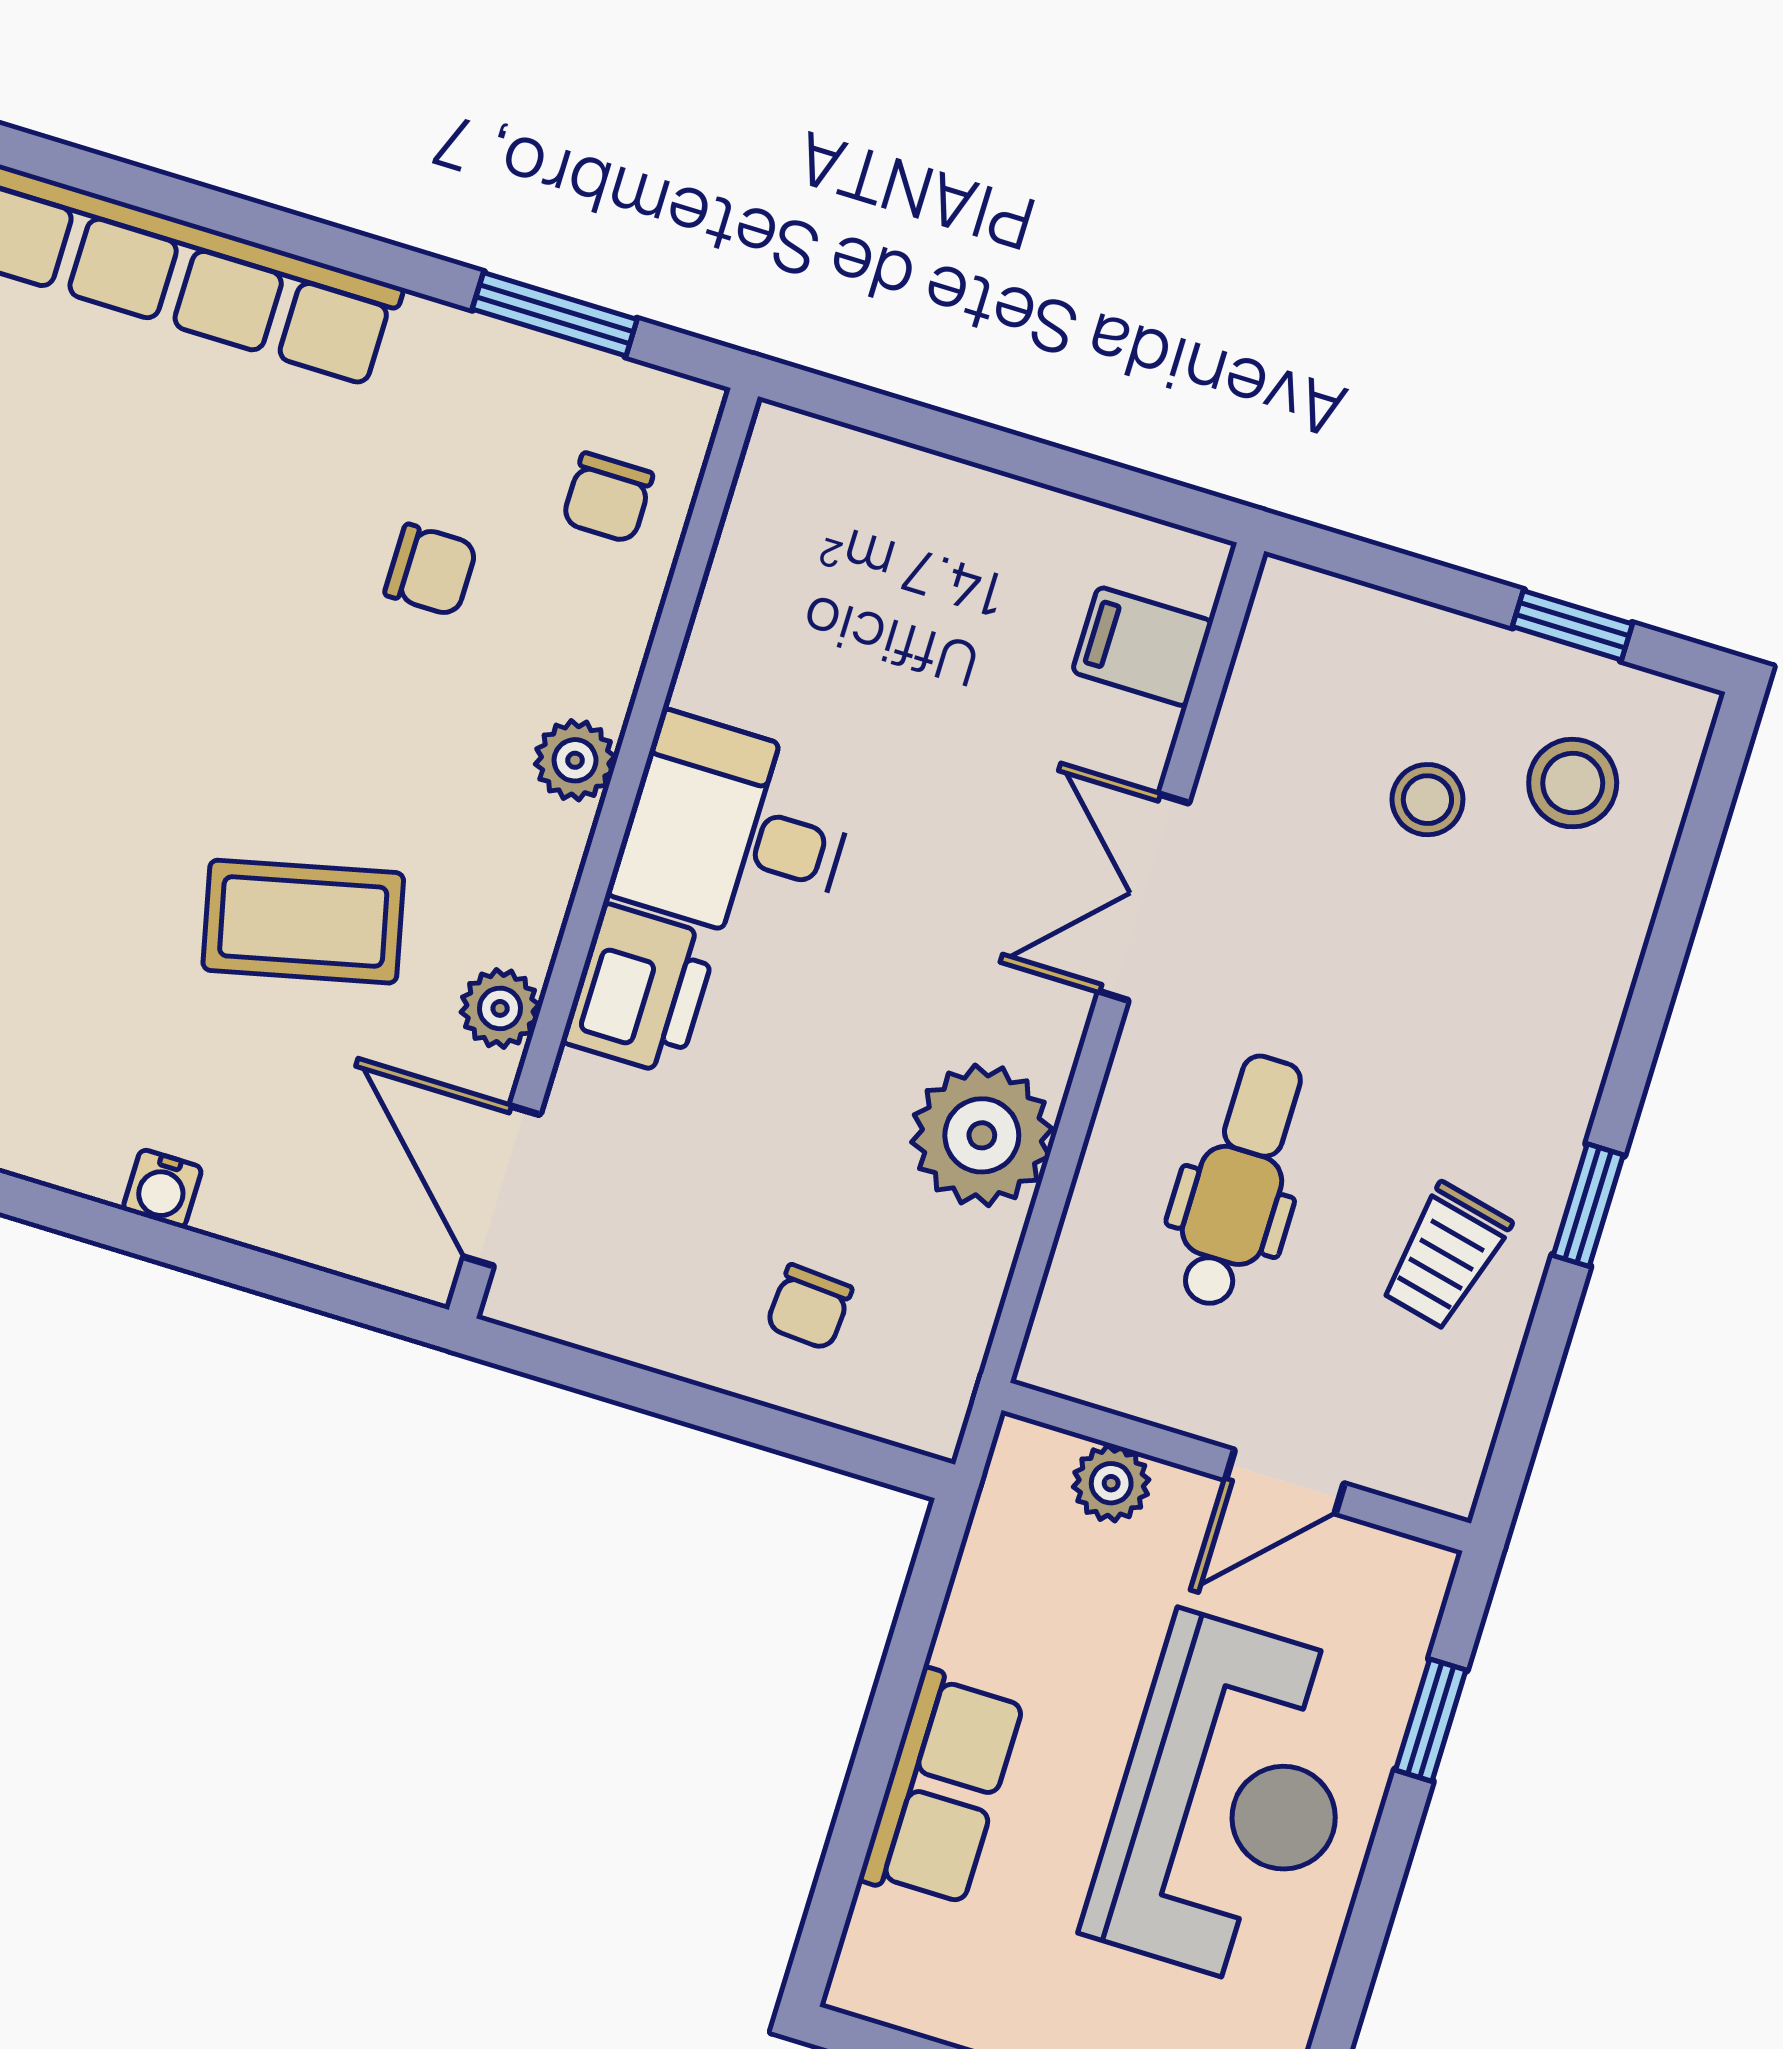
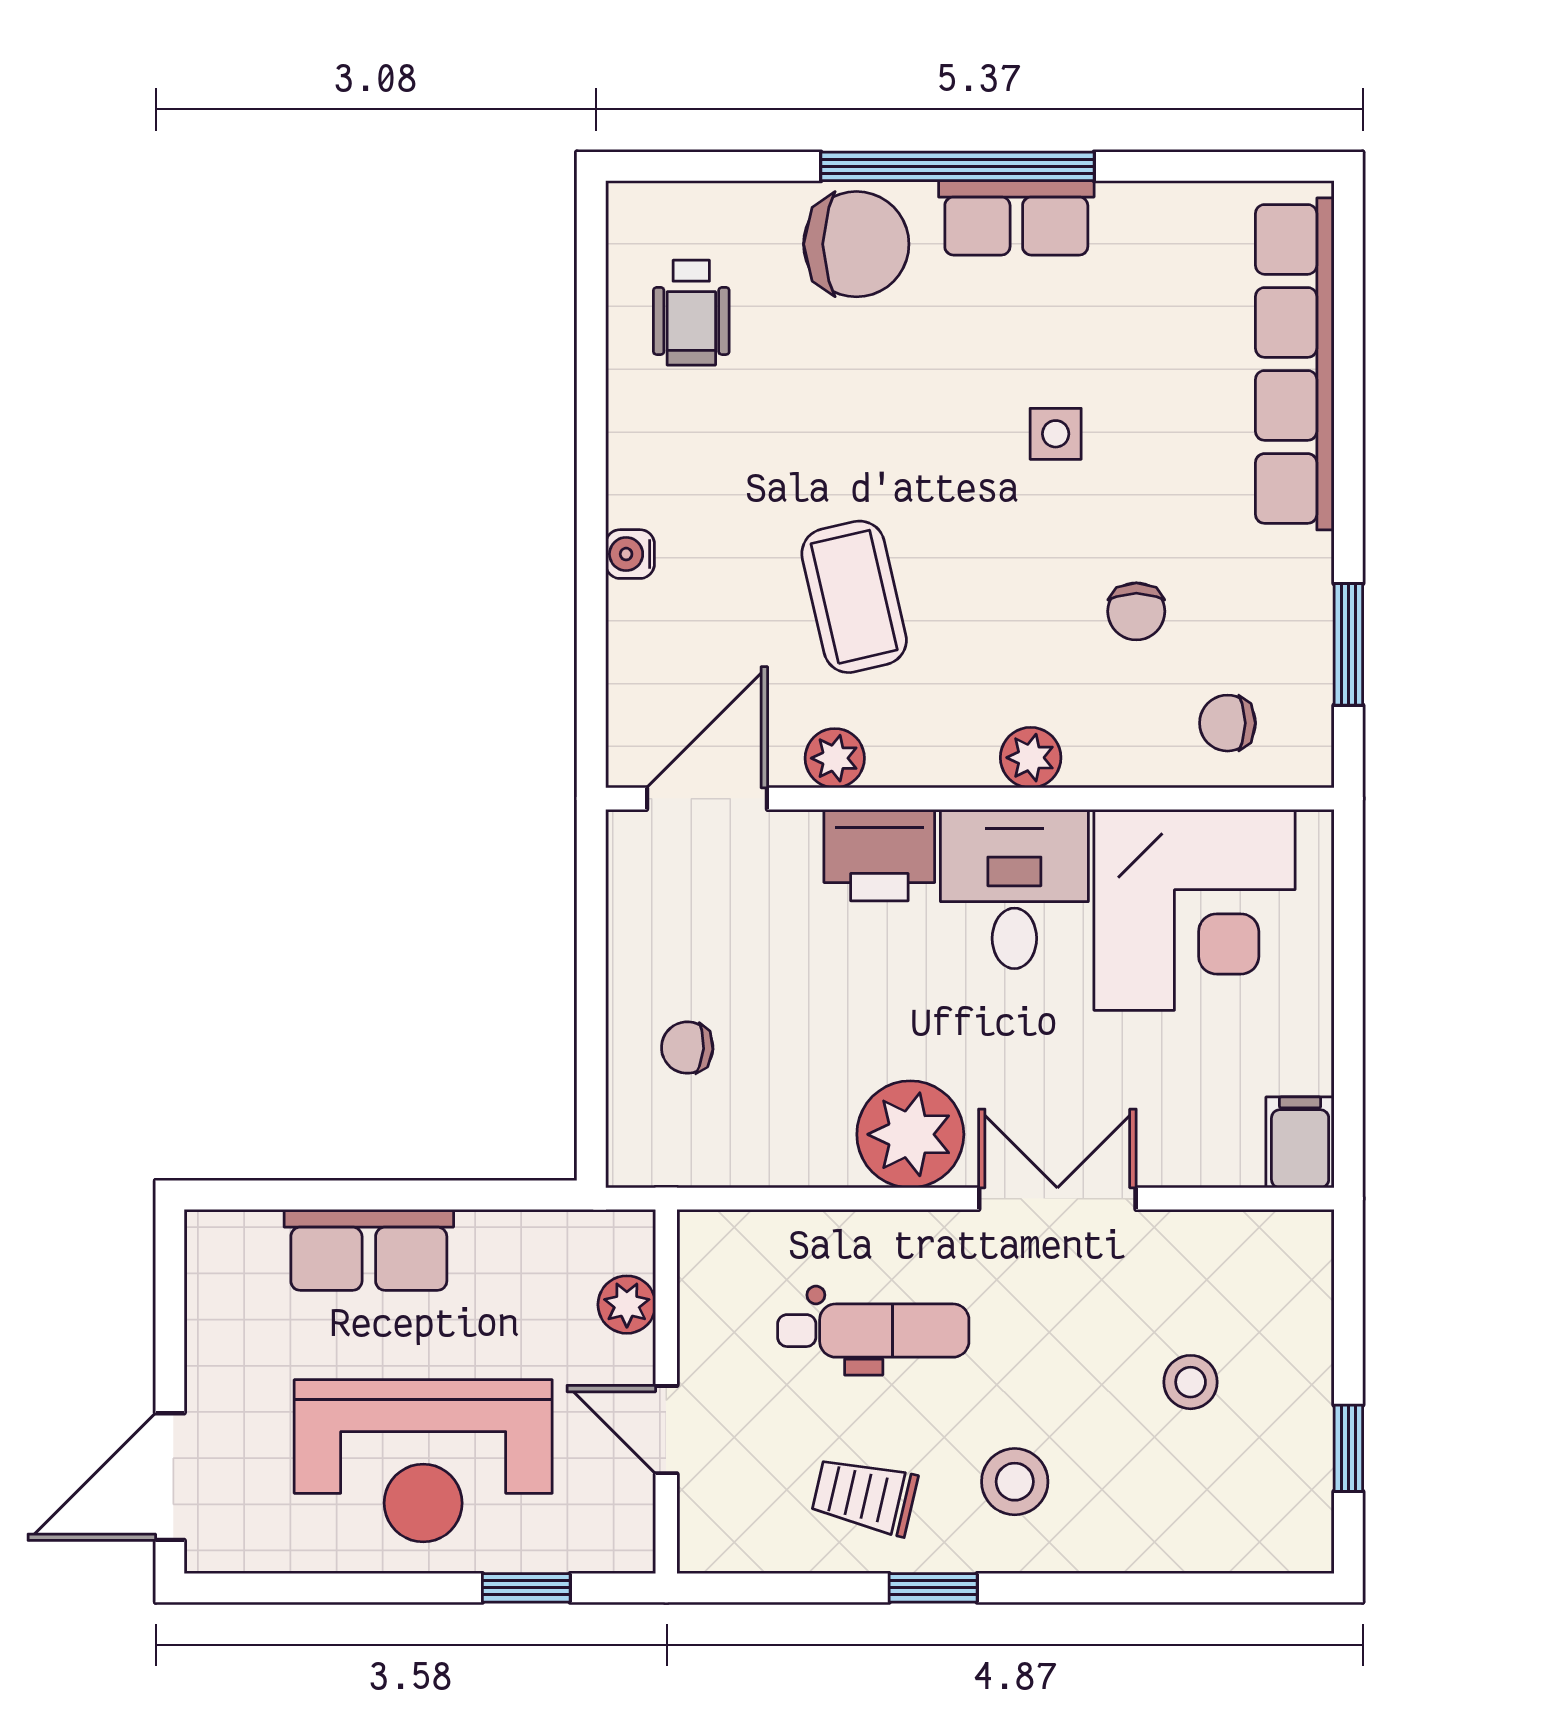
side table: (175, 603) -> (1056, 434), added
corner desk: (831, 612) -> (1195, 910), added
filing cabinet: (1142, 647) -> (1300, 1142), moved
stool: (1573, 783) -> (1015, 1482), moved
plant: (982, 1135) -> (910, 1134), moved

